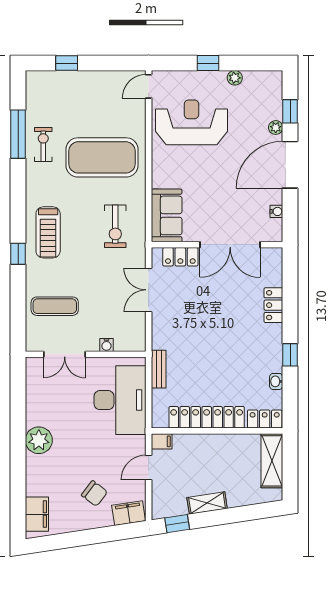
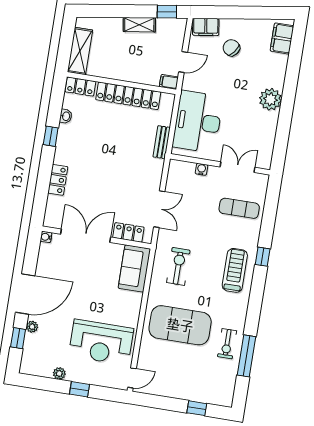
water cooler: (276, 211) -> (46, 237), moved

